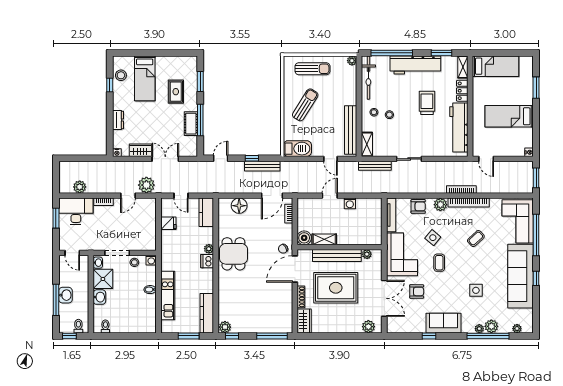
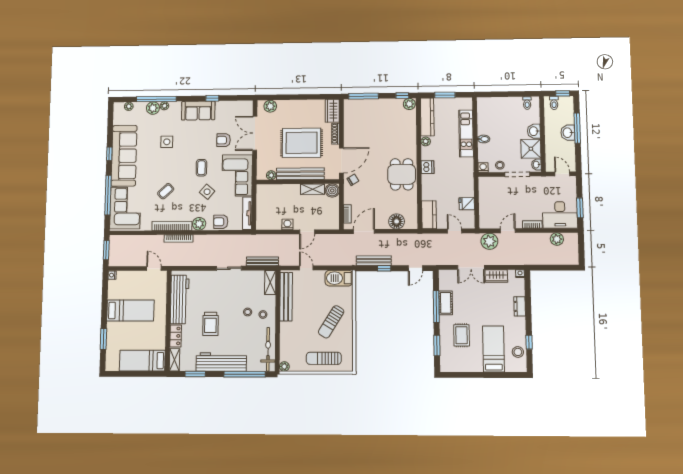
plant: (209, 249) -> (426, 141), moved

